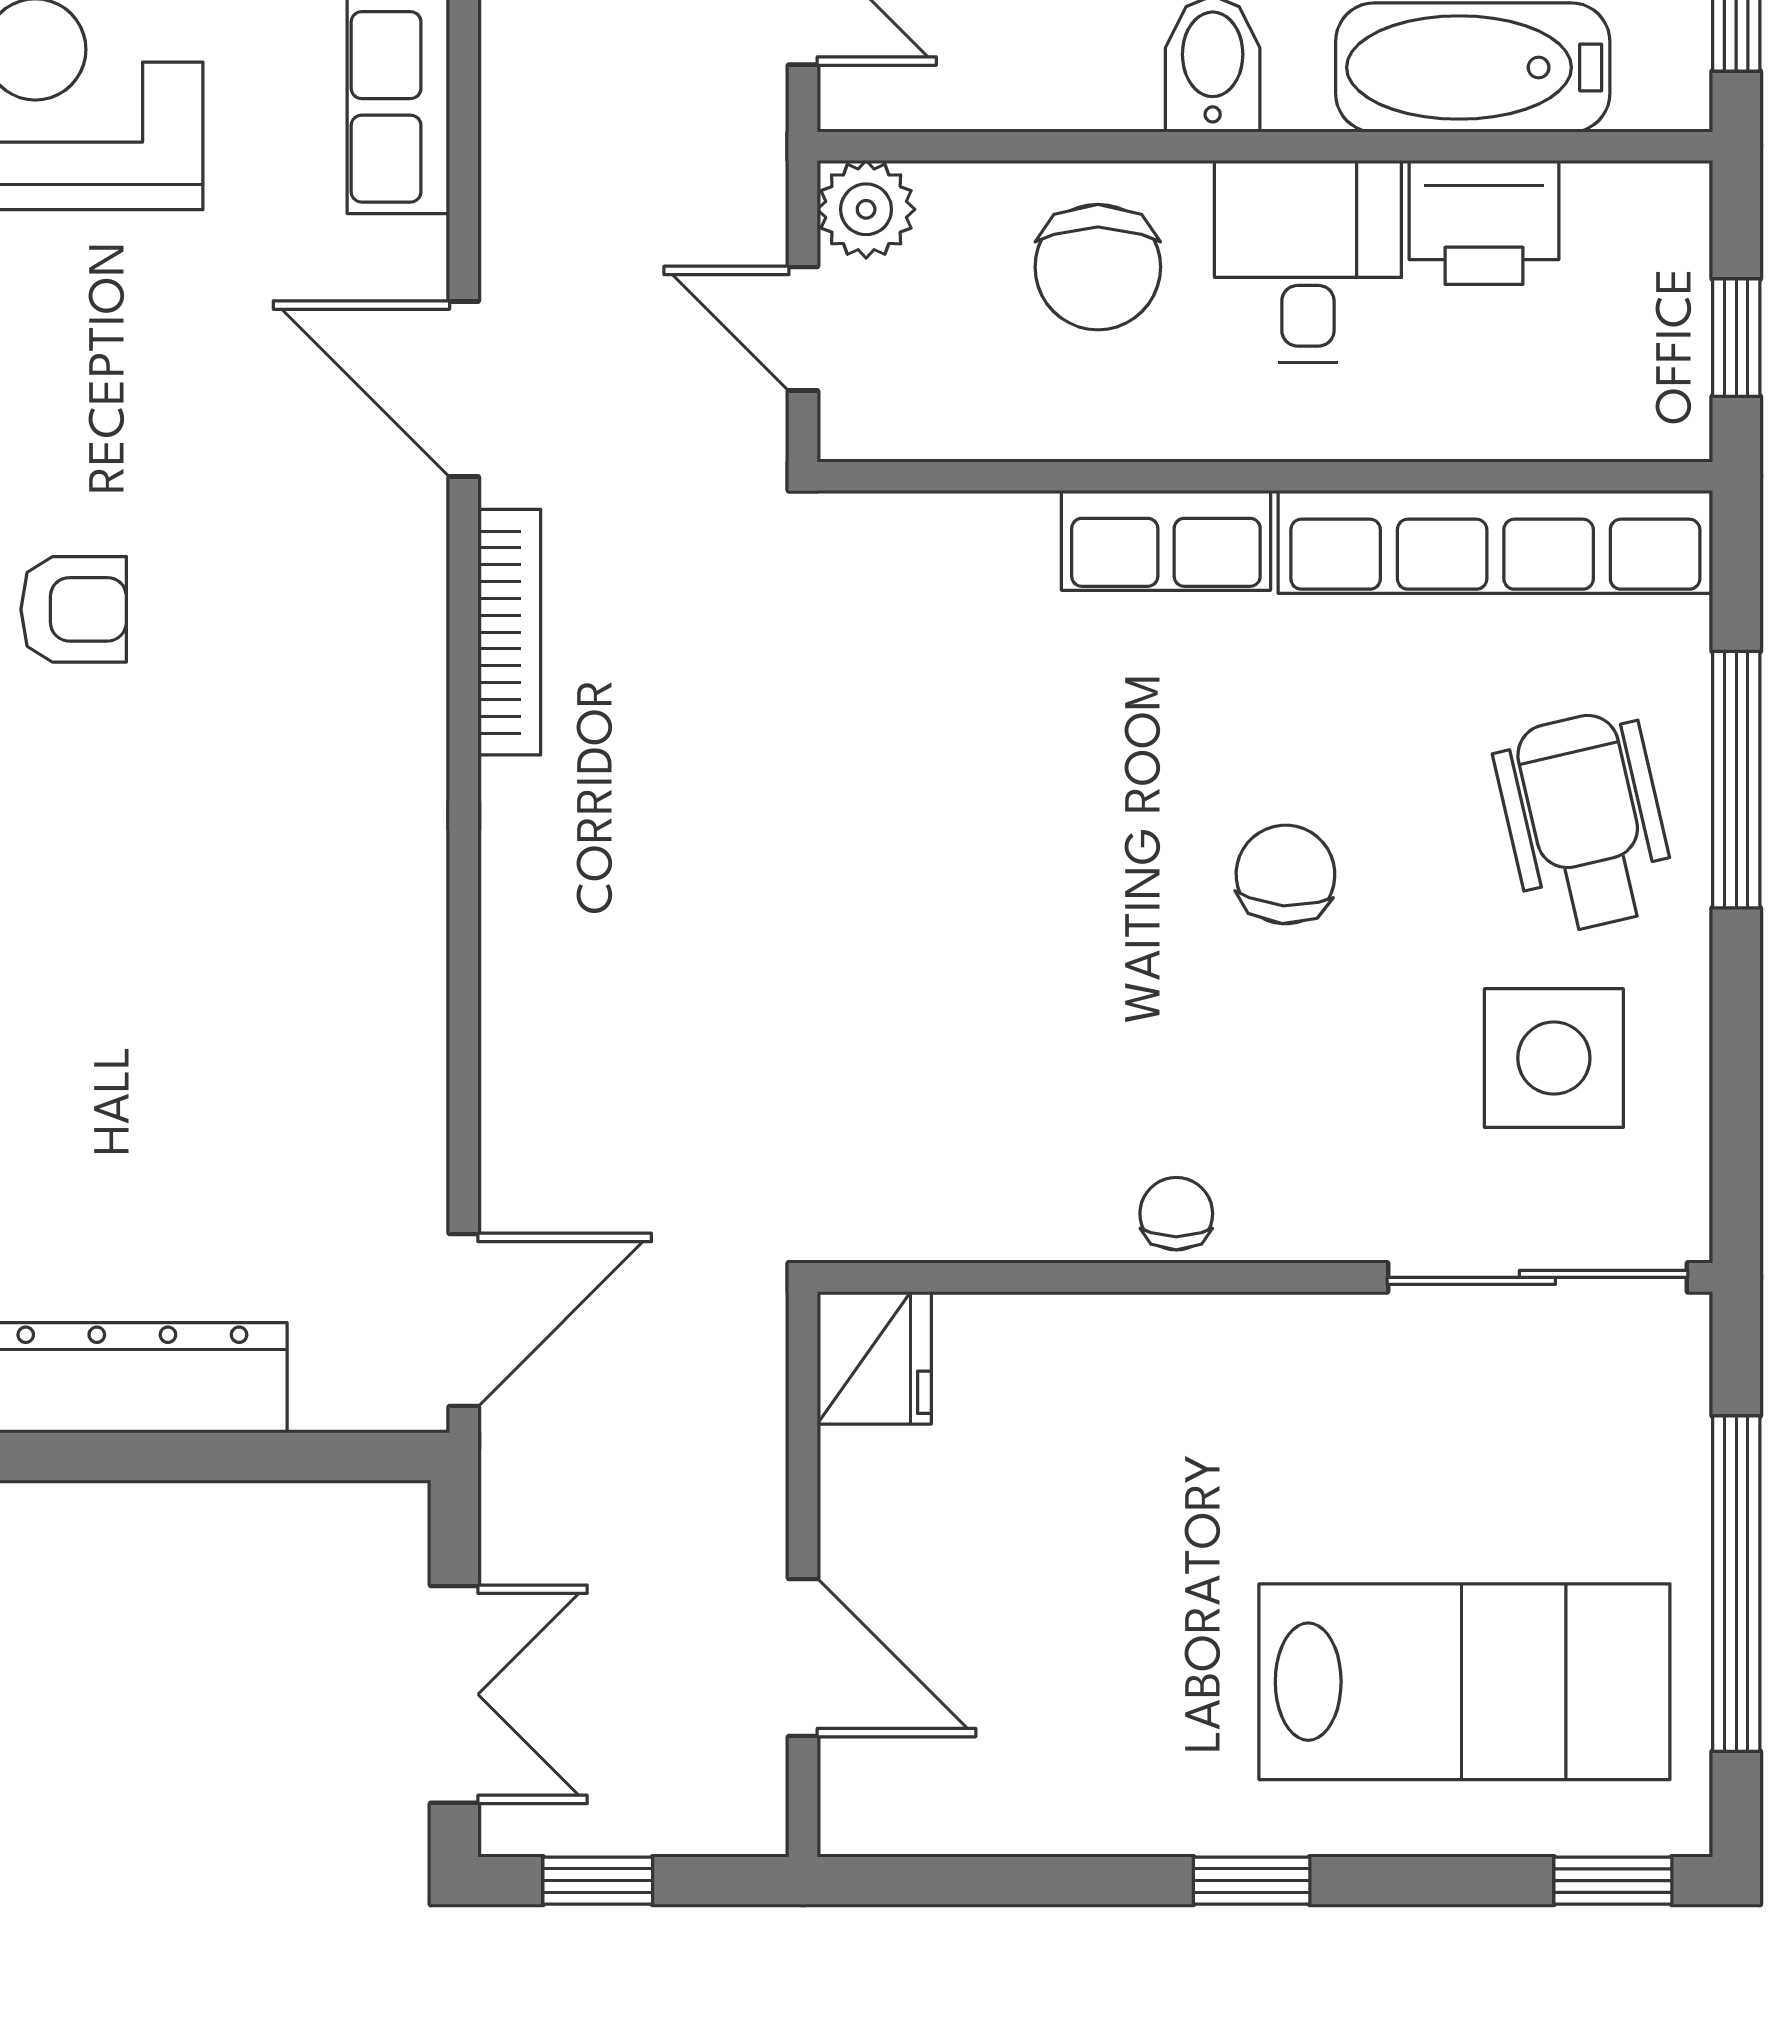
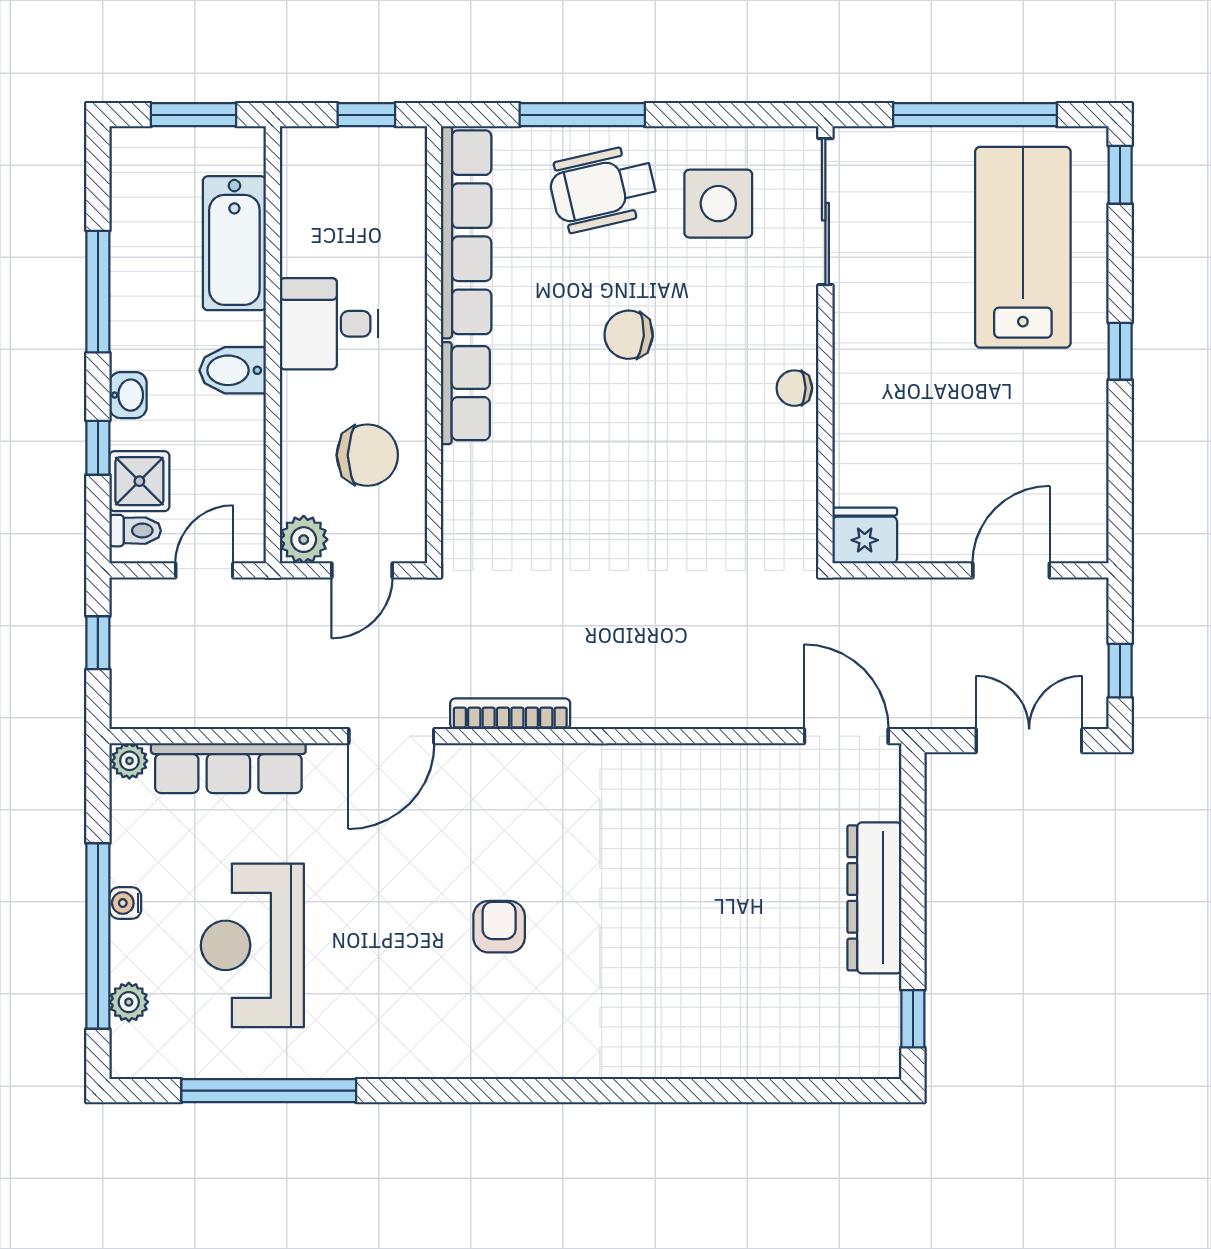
printer: (1484, 222) -> (310, 238), removed
chair: (1098, 267) -> (367, 455), moved

